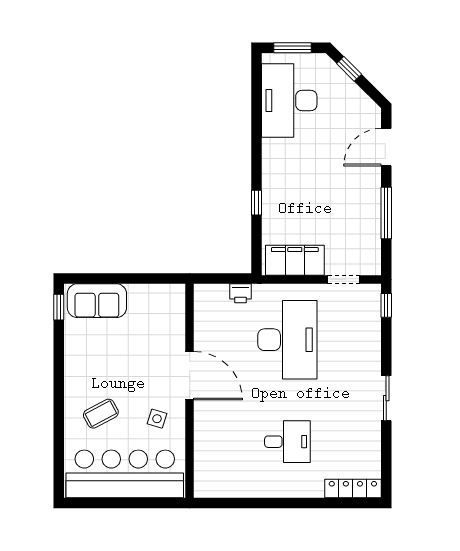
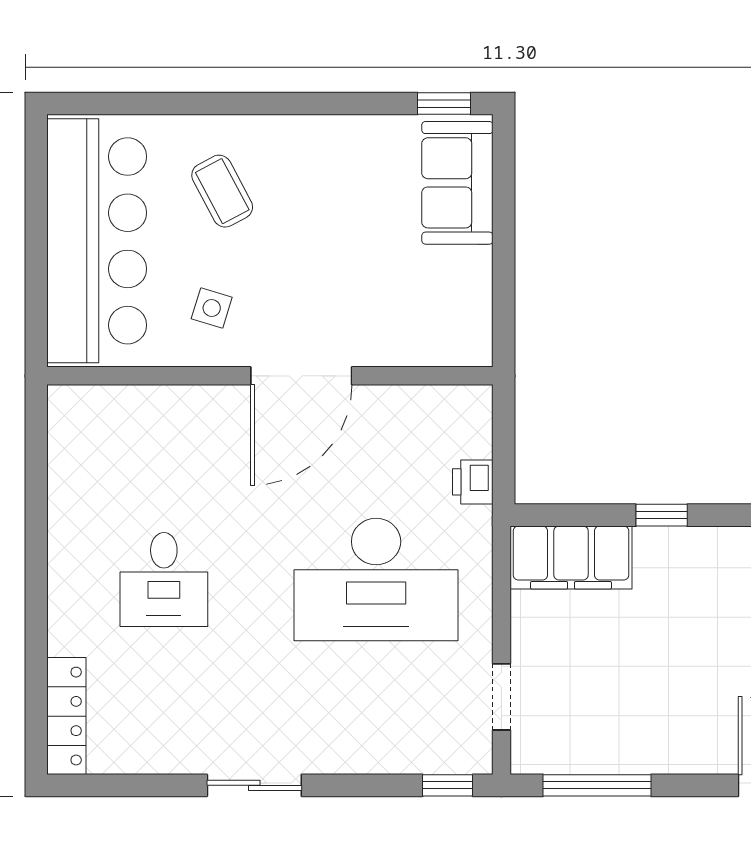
window: (386, 213) -> (597, 785), moved
filing cabinet: (295, 260) -> (571, 557), moved, turned 90

